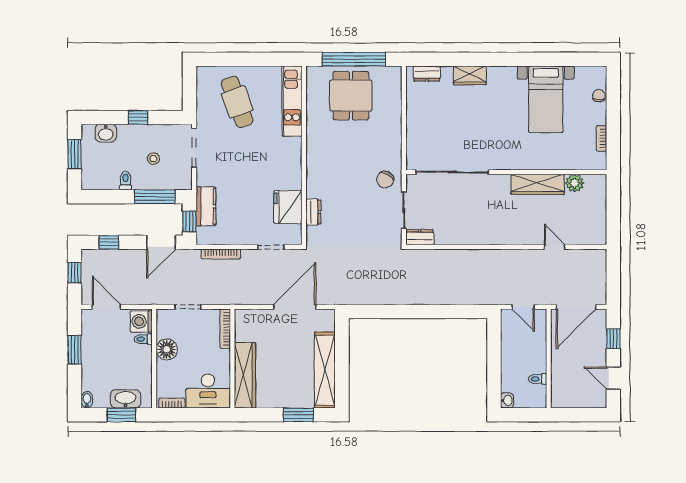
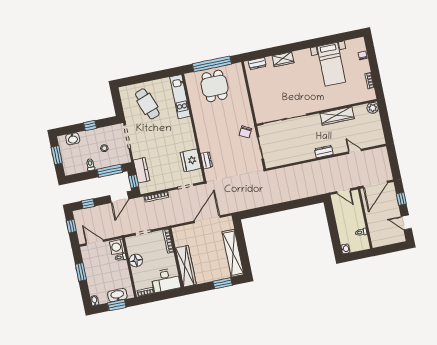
plant: (575, 183) -> (373, 108), moved
dresser: (420, 237) -> (324, 152), moved

